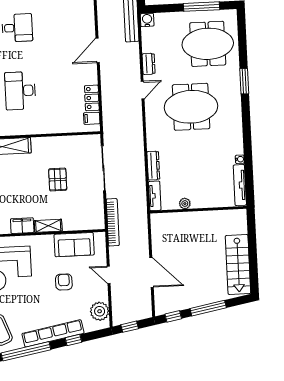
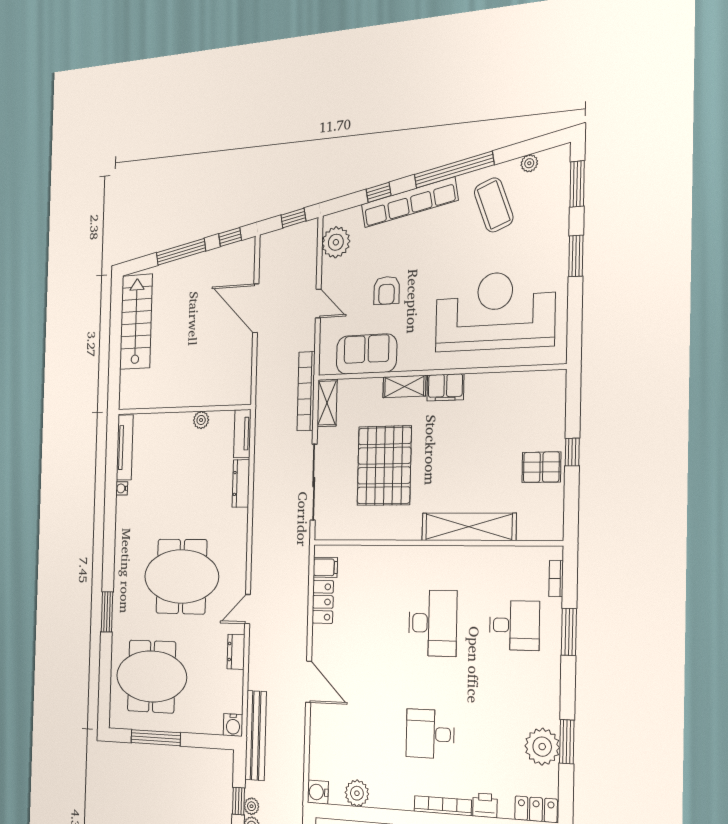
door: (98, 50) -> (309, 682), hinge flipped
pallet: (58, 180) -> (384, 466), width x2.05, depth x2.00
shelving: (98, 215) -> (327, 403), added

